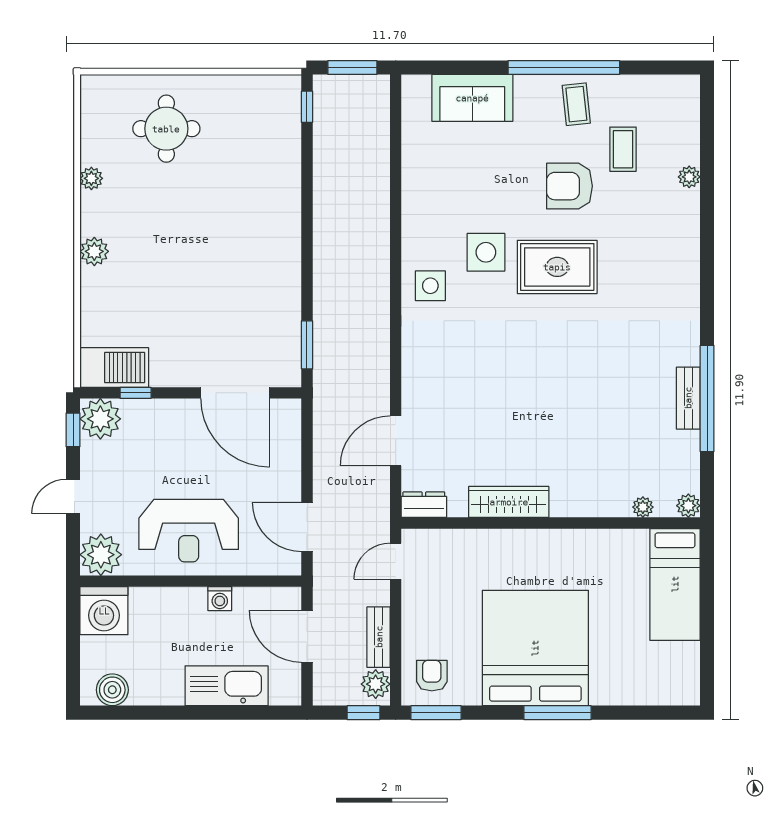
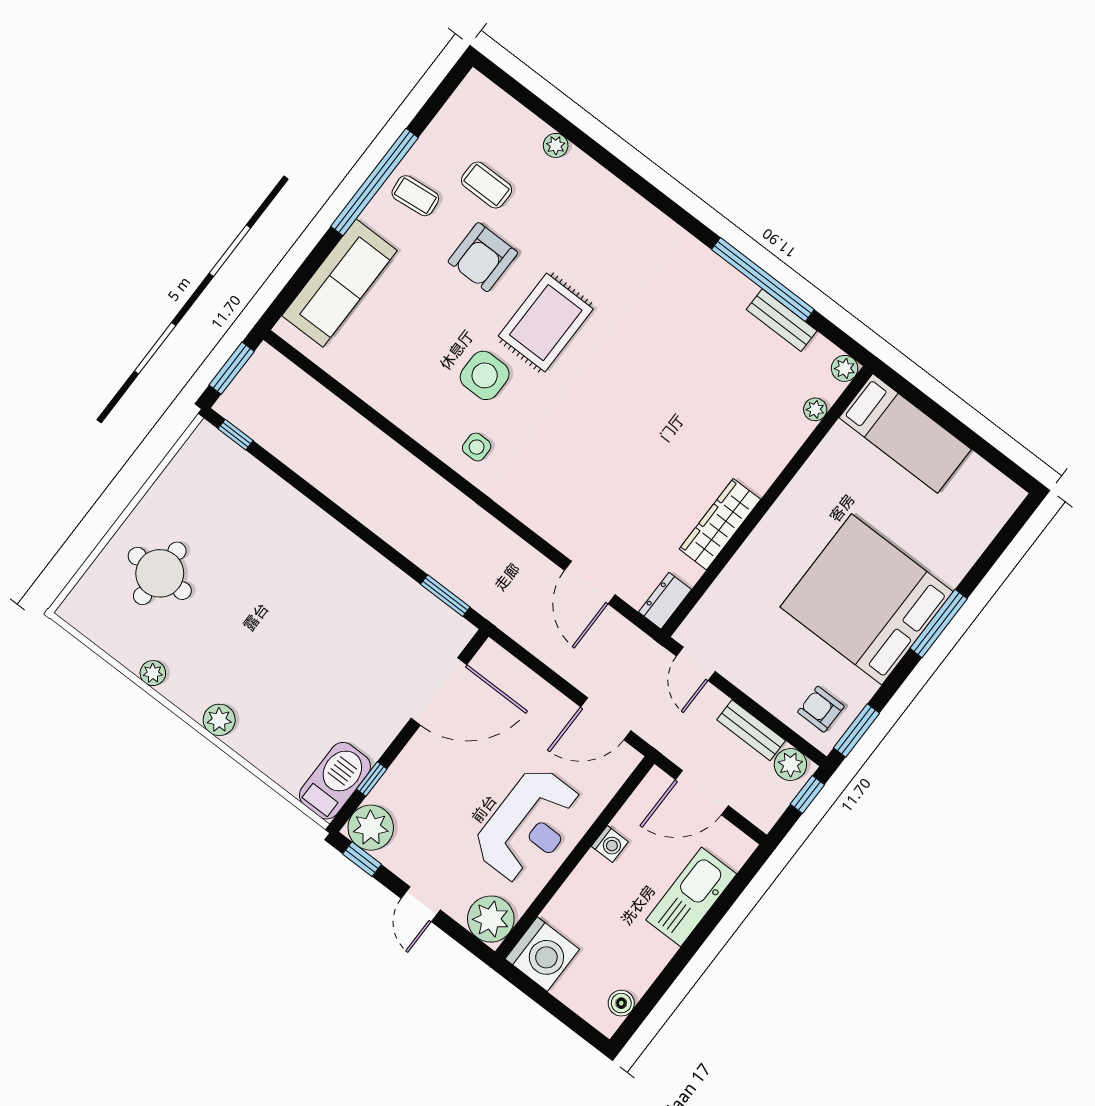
sofa: (472, 98) -> (339, 283), width x1.36
side table: (430, 286) -> (477, 447), width x0.73, depth x0.73
bench: (688, 398) -> (782, 320), moved
boiler: (112, 690) -> (621, 1003), width x0.73, depth x0.73

